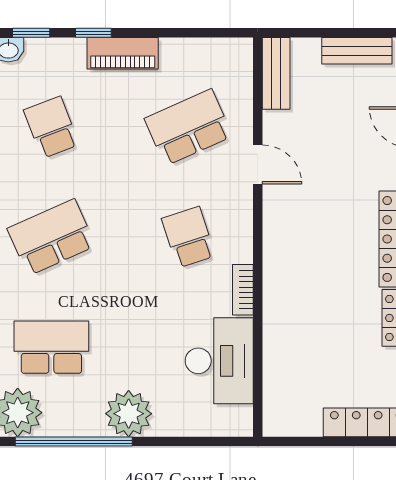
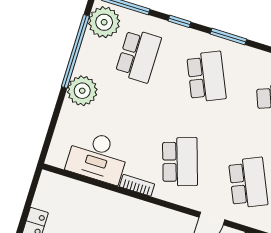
school desk: (188, 237) -> (180, 162), width x1.85

